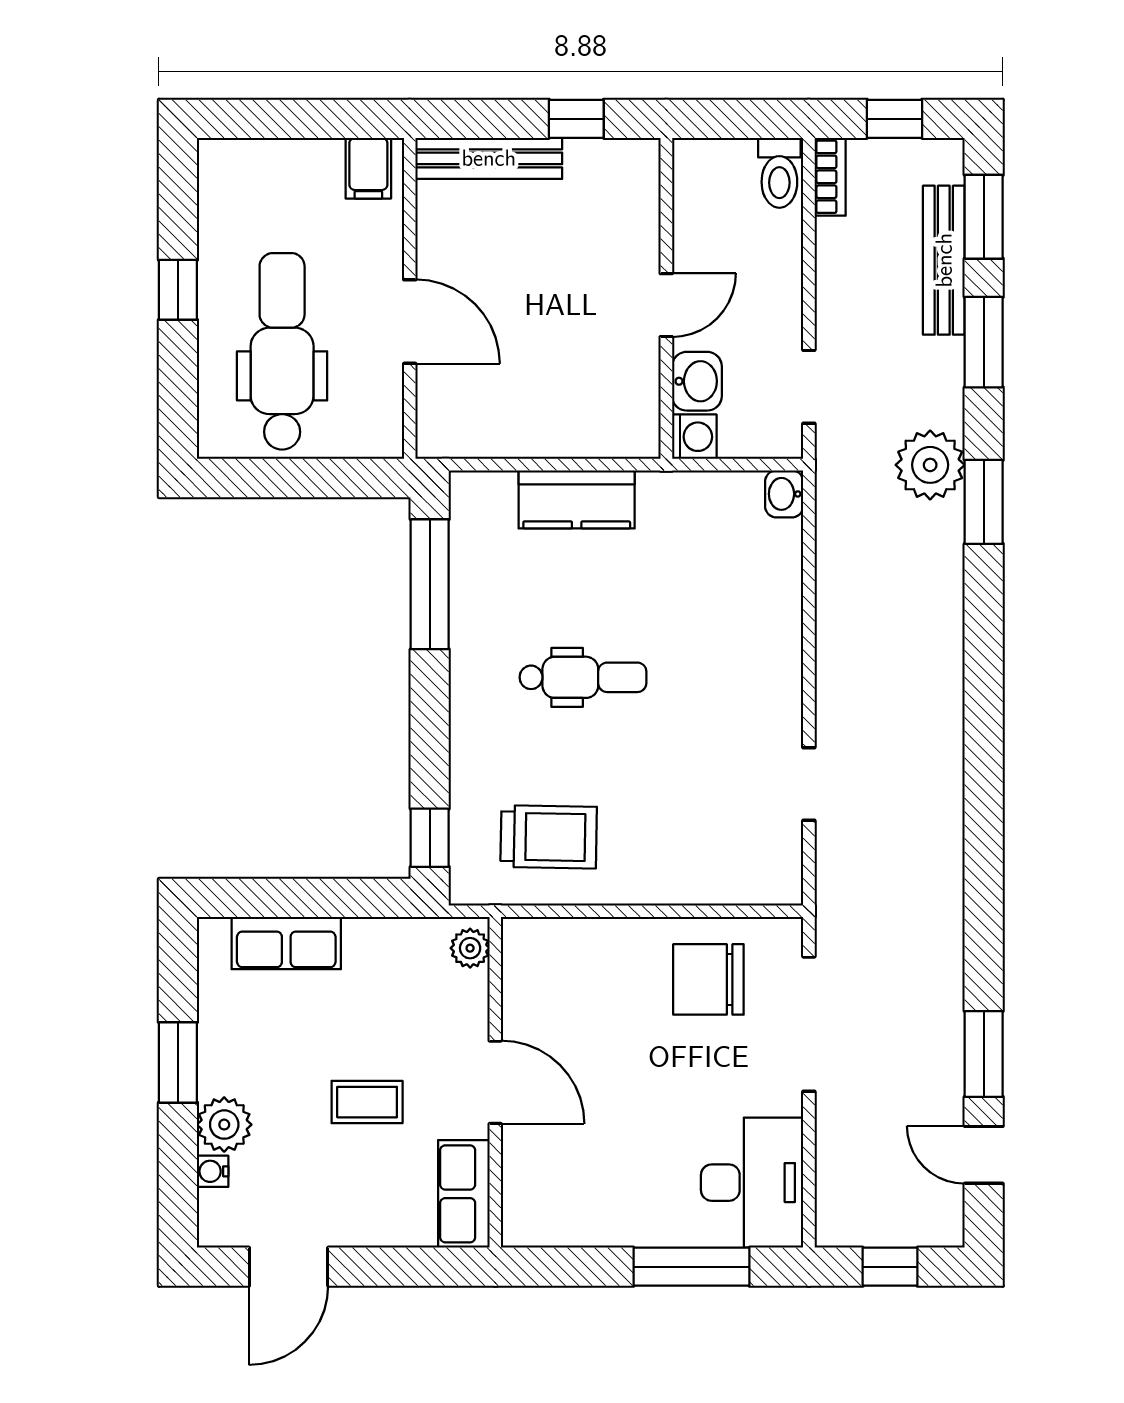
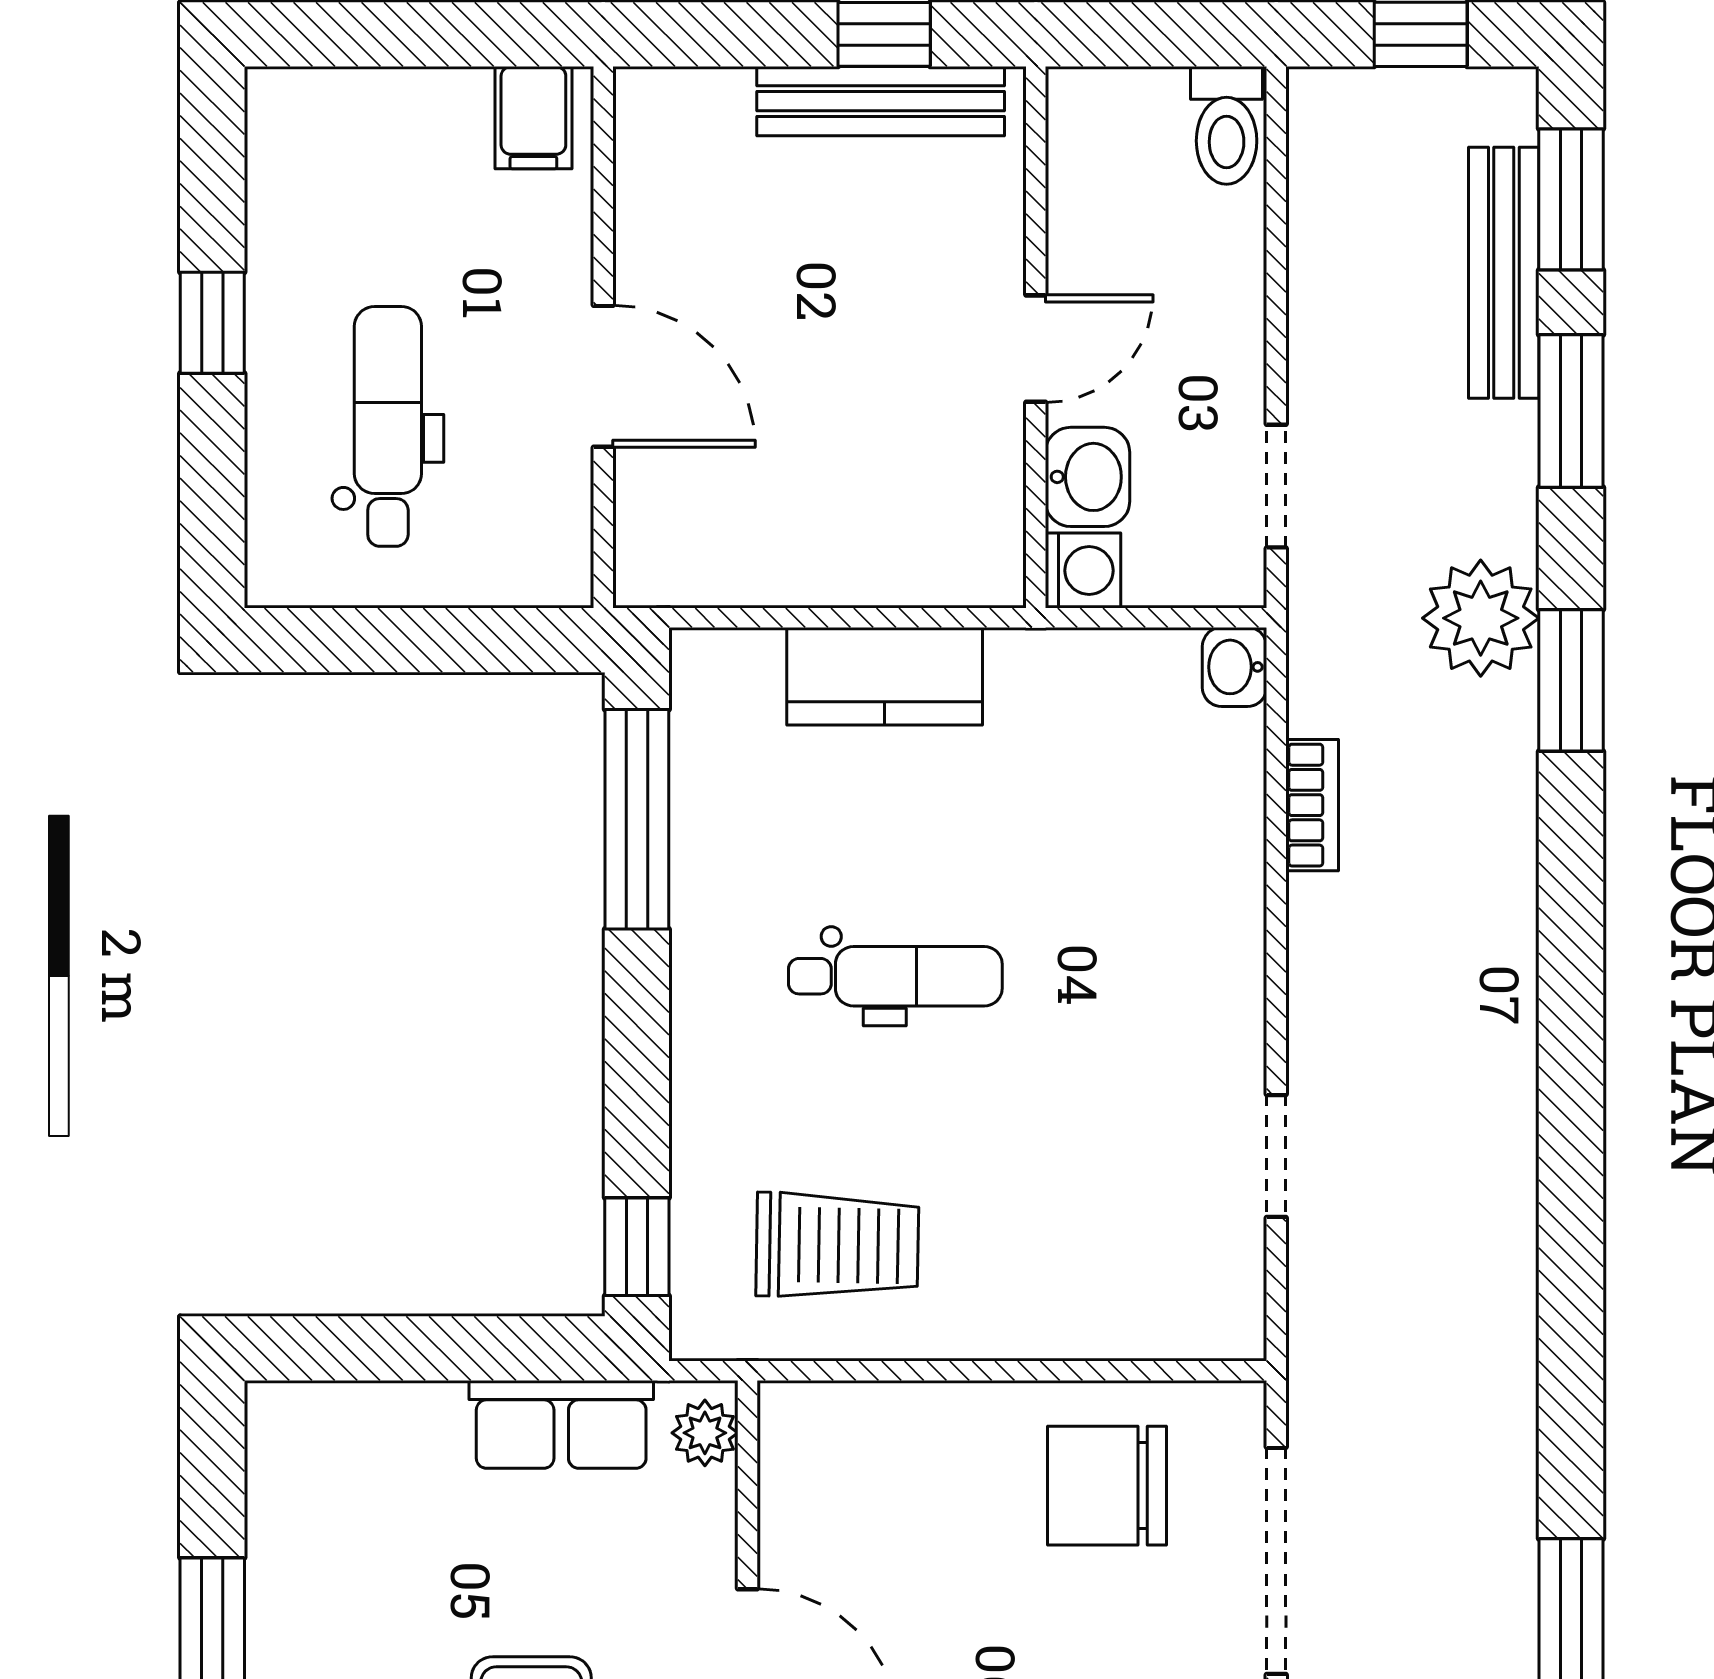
bench: (489, 158) -> (881, 101), moved
bookcase: (830, 177) -> (1312, 805), moved
dental chair: (282, 351) -> (388, 426), width x0.73, depth x0.72
row of seats: (286, 943) -> (561, 1424), moved

